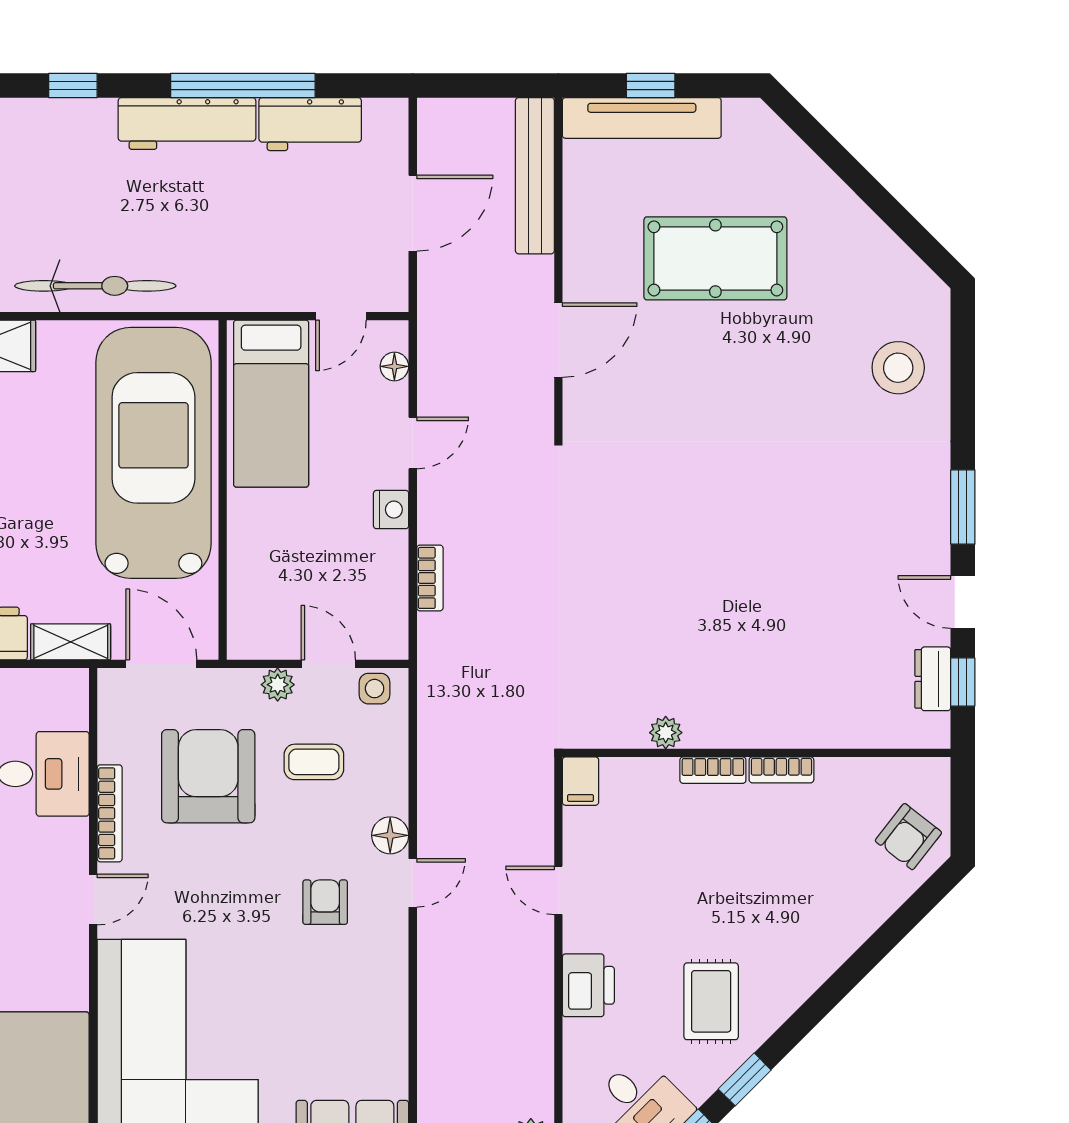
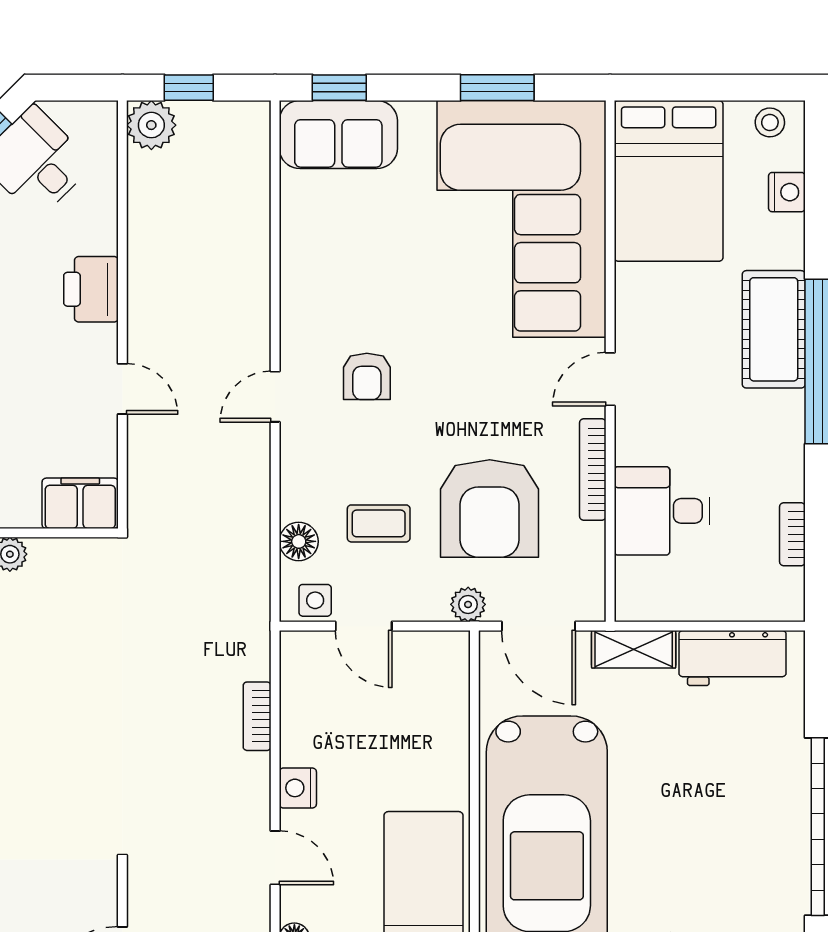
door: (413, 443) -> (275, 858), swing flipped
plant: (278, 685) -> (468, 604), moved
filing cabinet: (581, 781) -> (80, 503), width x2.00
floor lamp: (390, 835) -> (299, 541), moved

